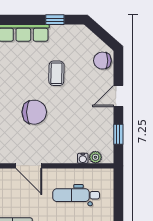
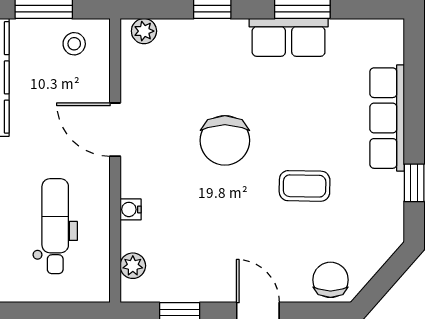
water cooler: (83, 158) -> (131, 209), moved
door: (29, 166) -> (115, 130), hinge flipped

